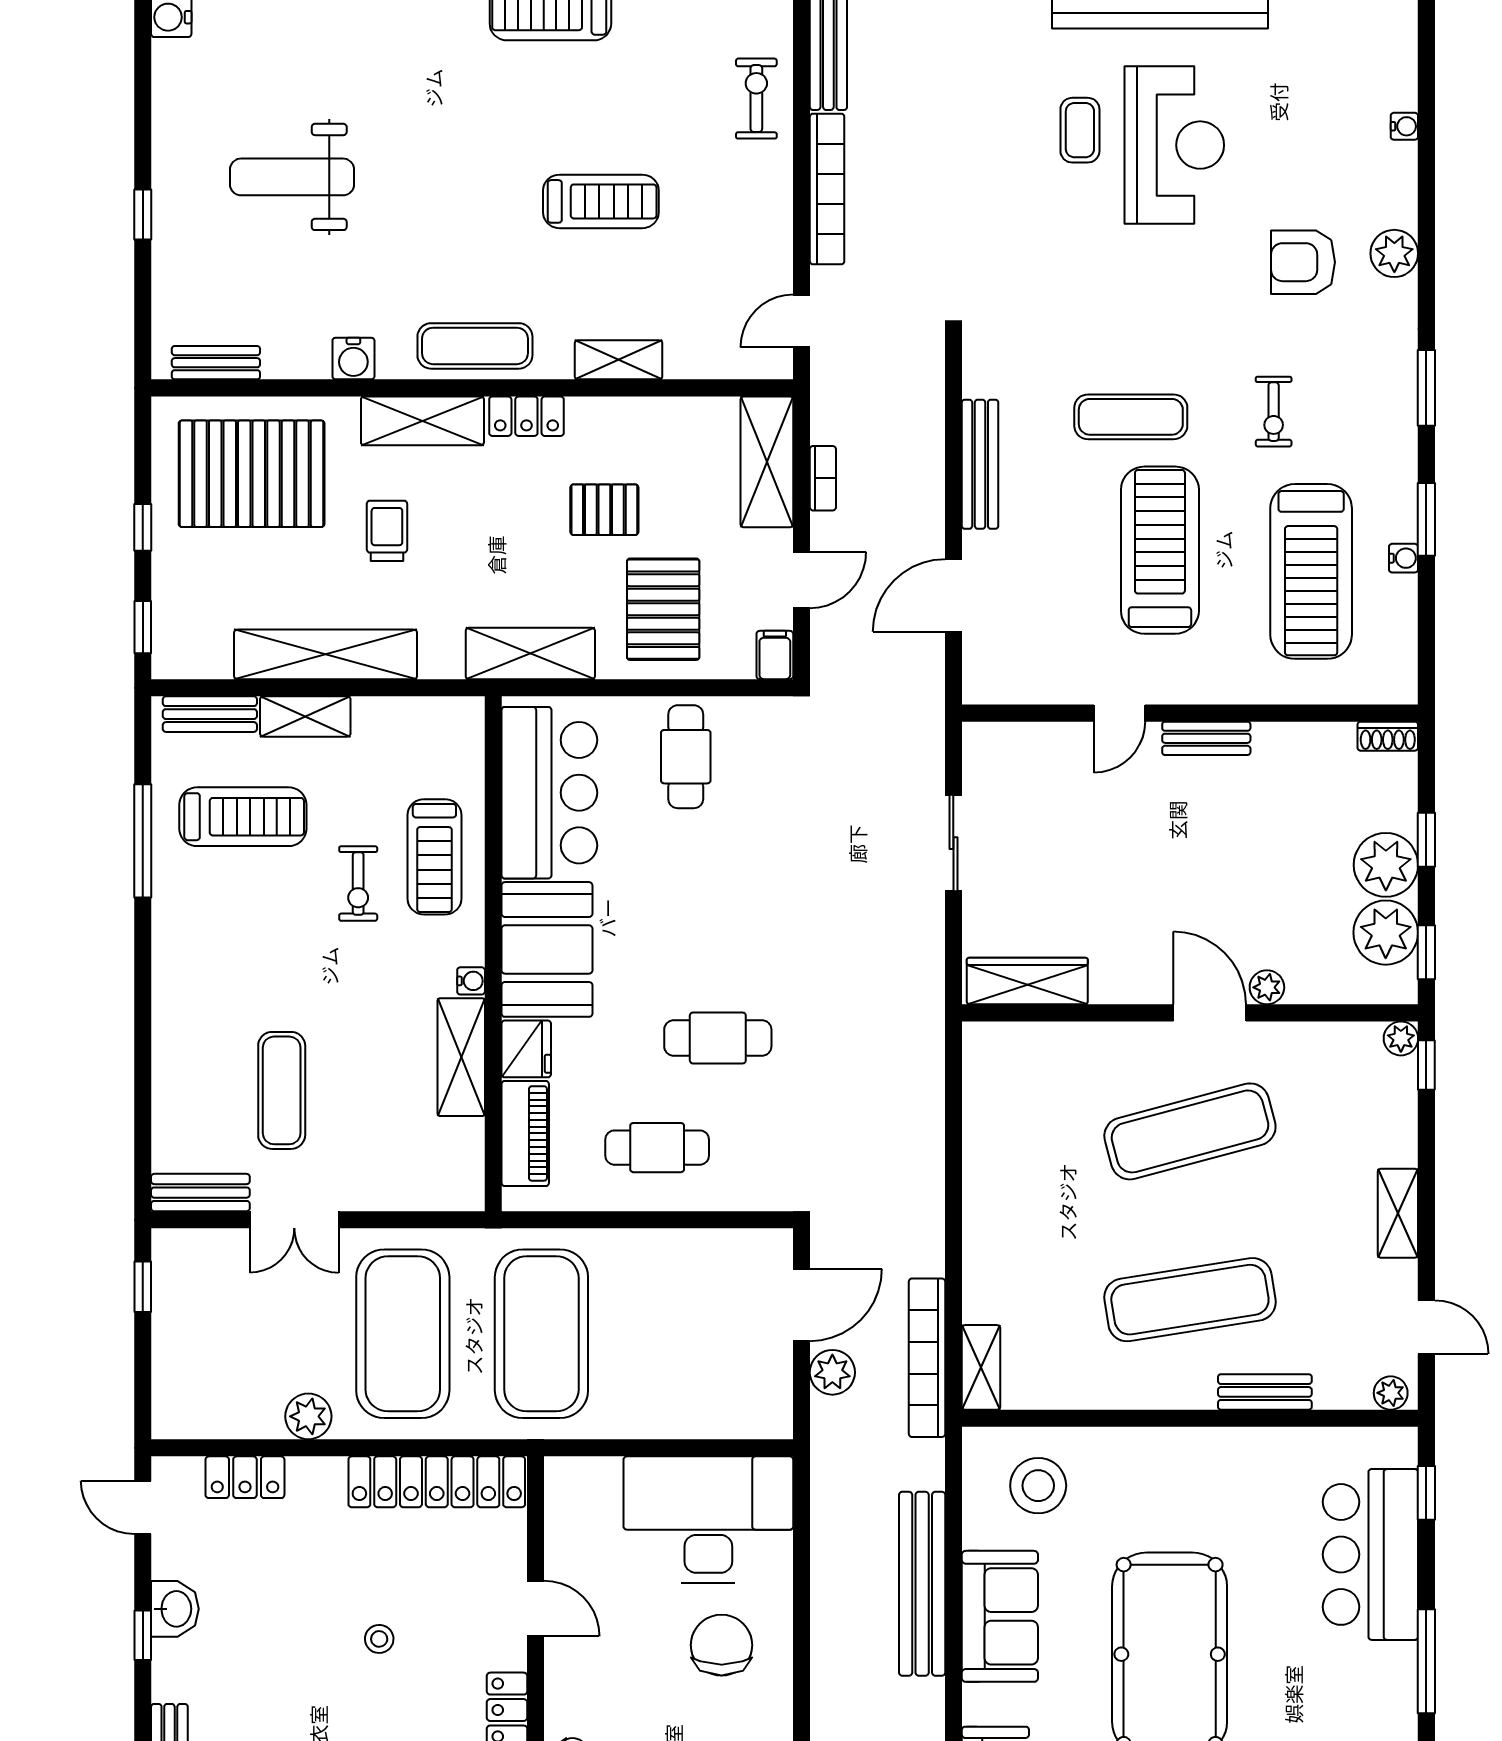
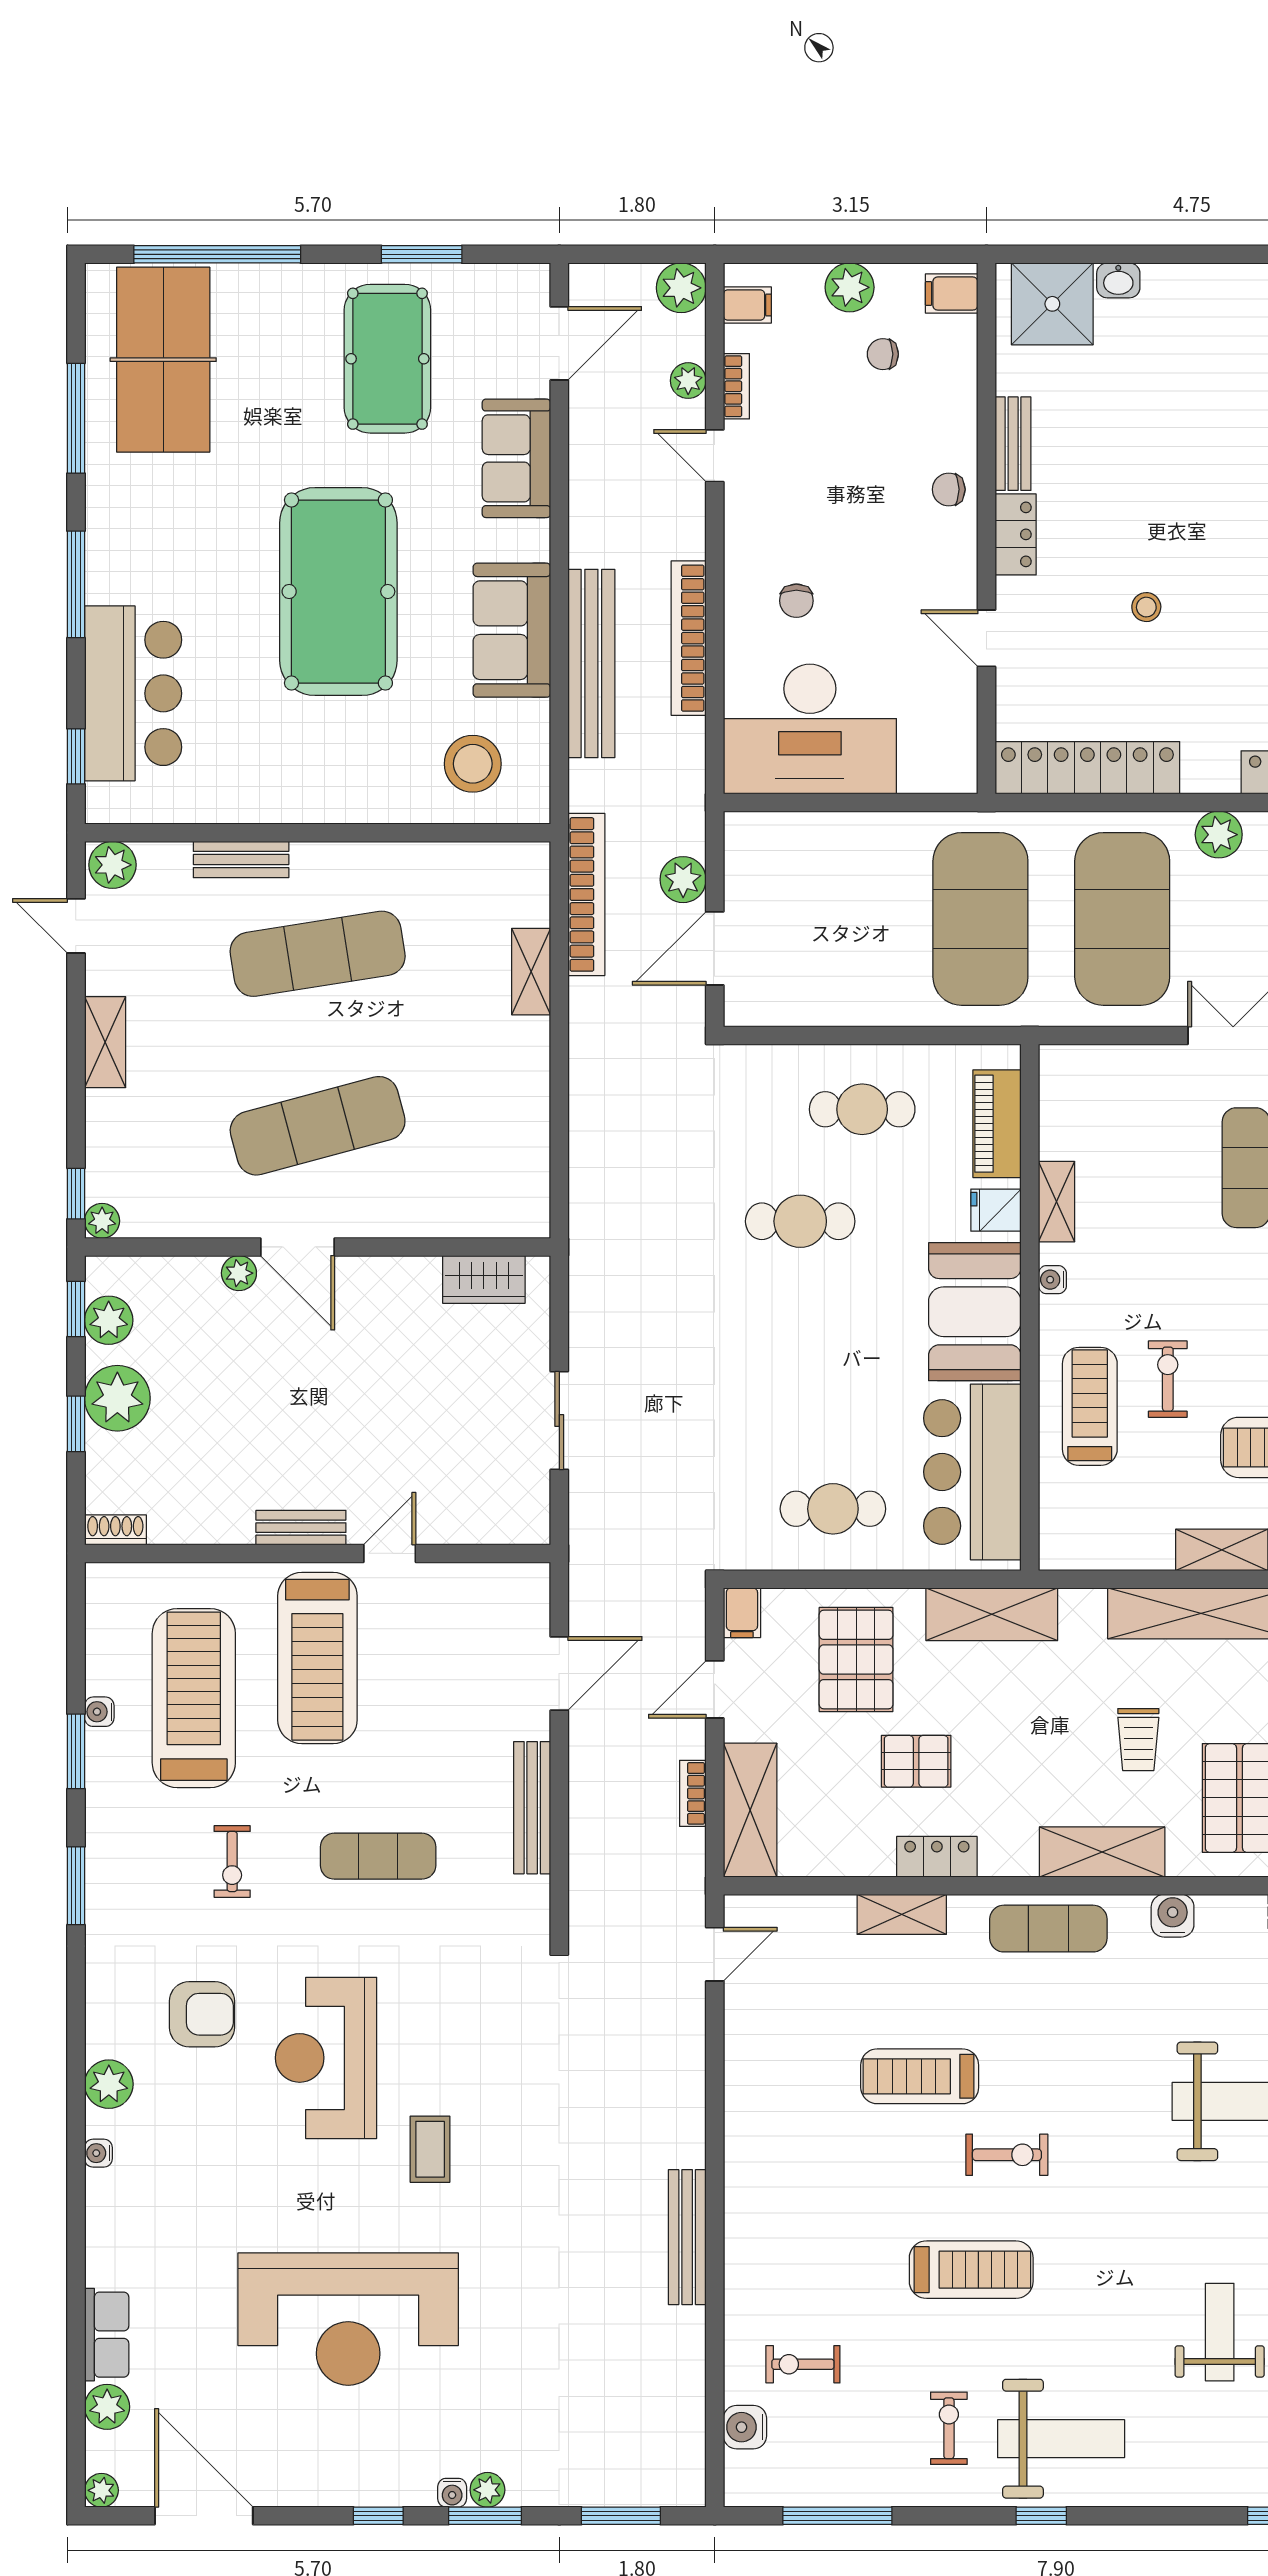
exercise bike: (756, 99) -> (1007, 2155), moved, turned -90
reception desk: (1174, 145) -> (326, 2058), moved
bookcase: (827, 189) -> (689, 638), moved
plant: (1394, 253) -> (109, 2084), moved
exercise bike: (1274, 412) -> (232, 1861), turned 180
locker: (526, 416) -> (937, 1857), moved
treadmill: (1160, 550) -> (317, 1658), moved
cafe table: (686, 757) -> (833, 1509), turned 90
plant: (1386, 933) -> (109, 1320), width x0.73, depth x0.73
wardrobe: (1027, 981) -> (484, 1279), width x0.67
fridge: (526, 1049) -> (996, 1210), width x0.72
shelving: (461, 1057) -> (1056, 1202), width x0.67, depth x0.75
shelving: (981, 1367) -> (531, 972), moved
plant: (1391, 1393) -> (112, 865), width x1.38, depth x1.38
chair: (722, 1645) -> (796, 601), width x0.54, depth x0.54

